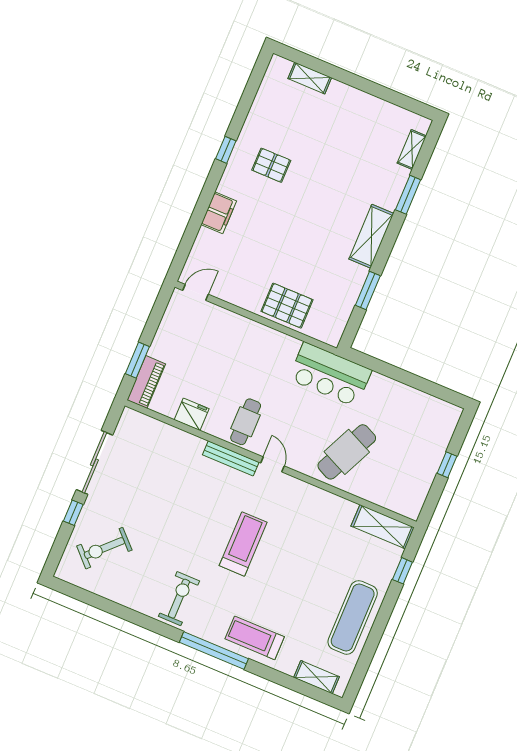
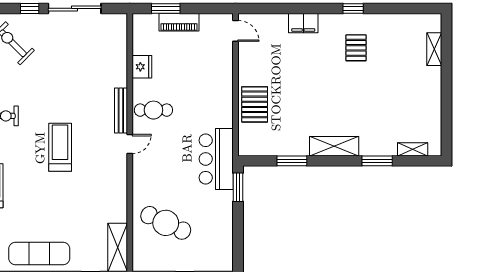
window: (372, 363) -> (238, 187), added
piano: (146, 382) -> (179, 22), moved
cafe table: (347, 452) -> (166, 223), moved
treadmill: (243, 544) -> (60, 147), turned -90

